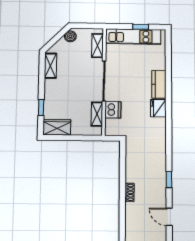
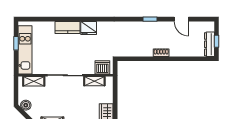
dishwasher: (113, 110) -> (102, 67), moved
door: (169, 217) -> (181, 19), hinge flipped

